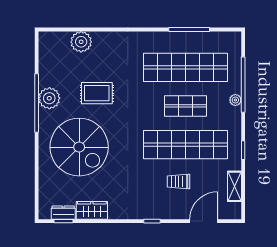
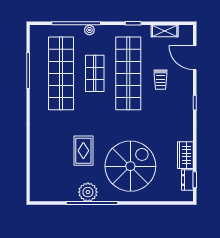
plant: (81, 42) -> (39, 164), removed

